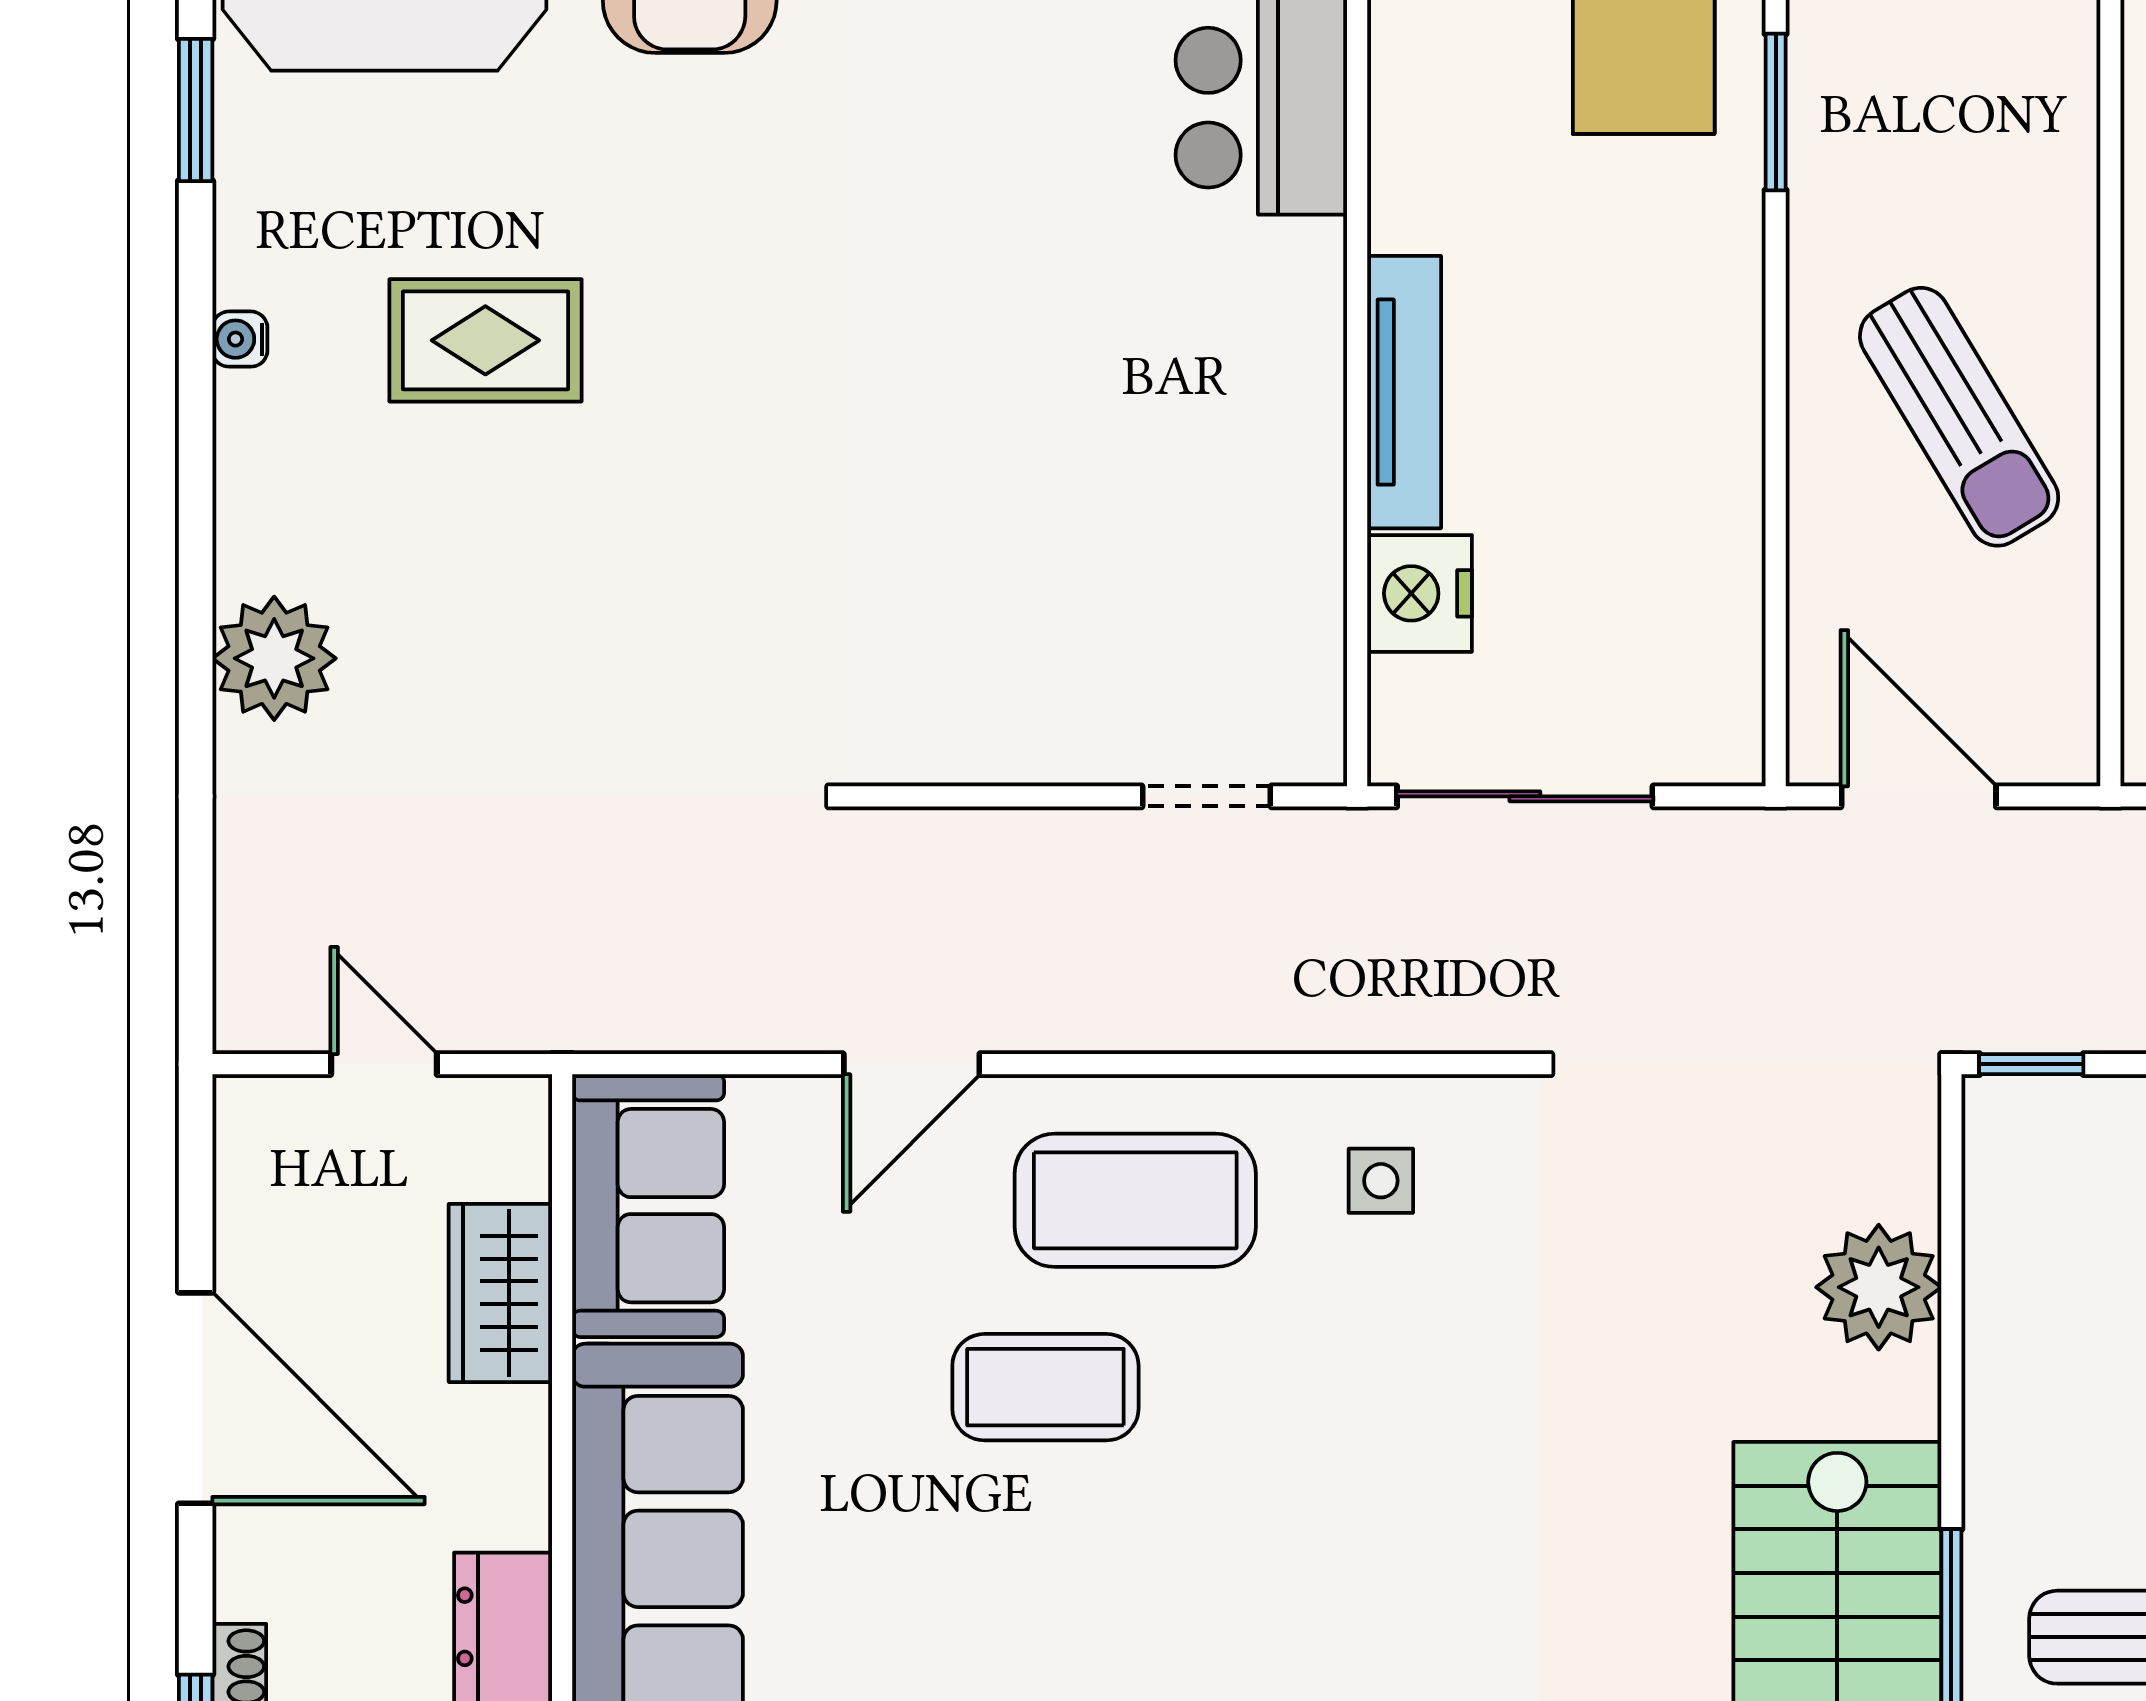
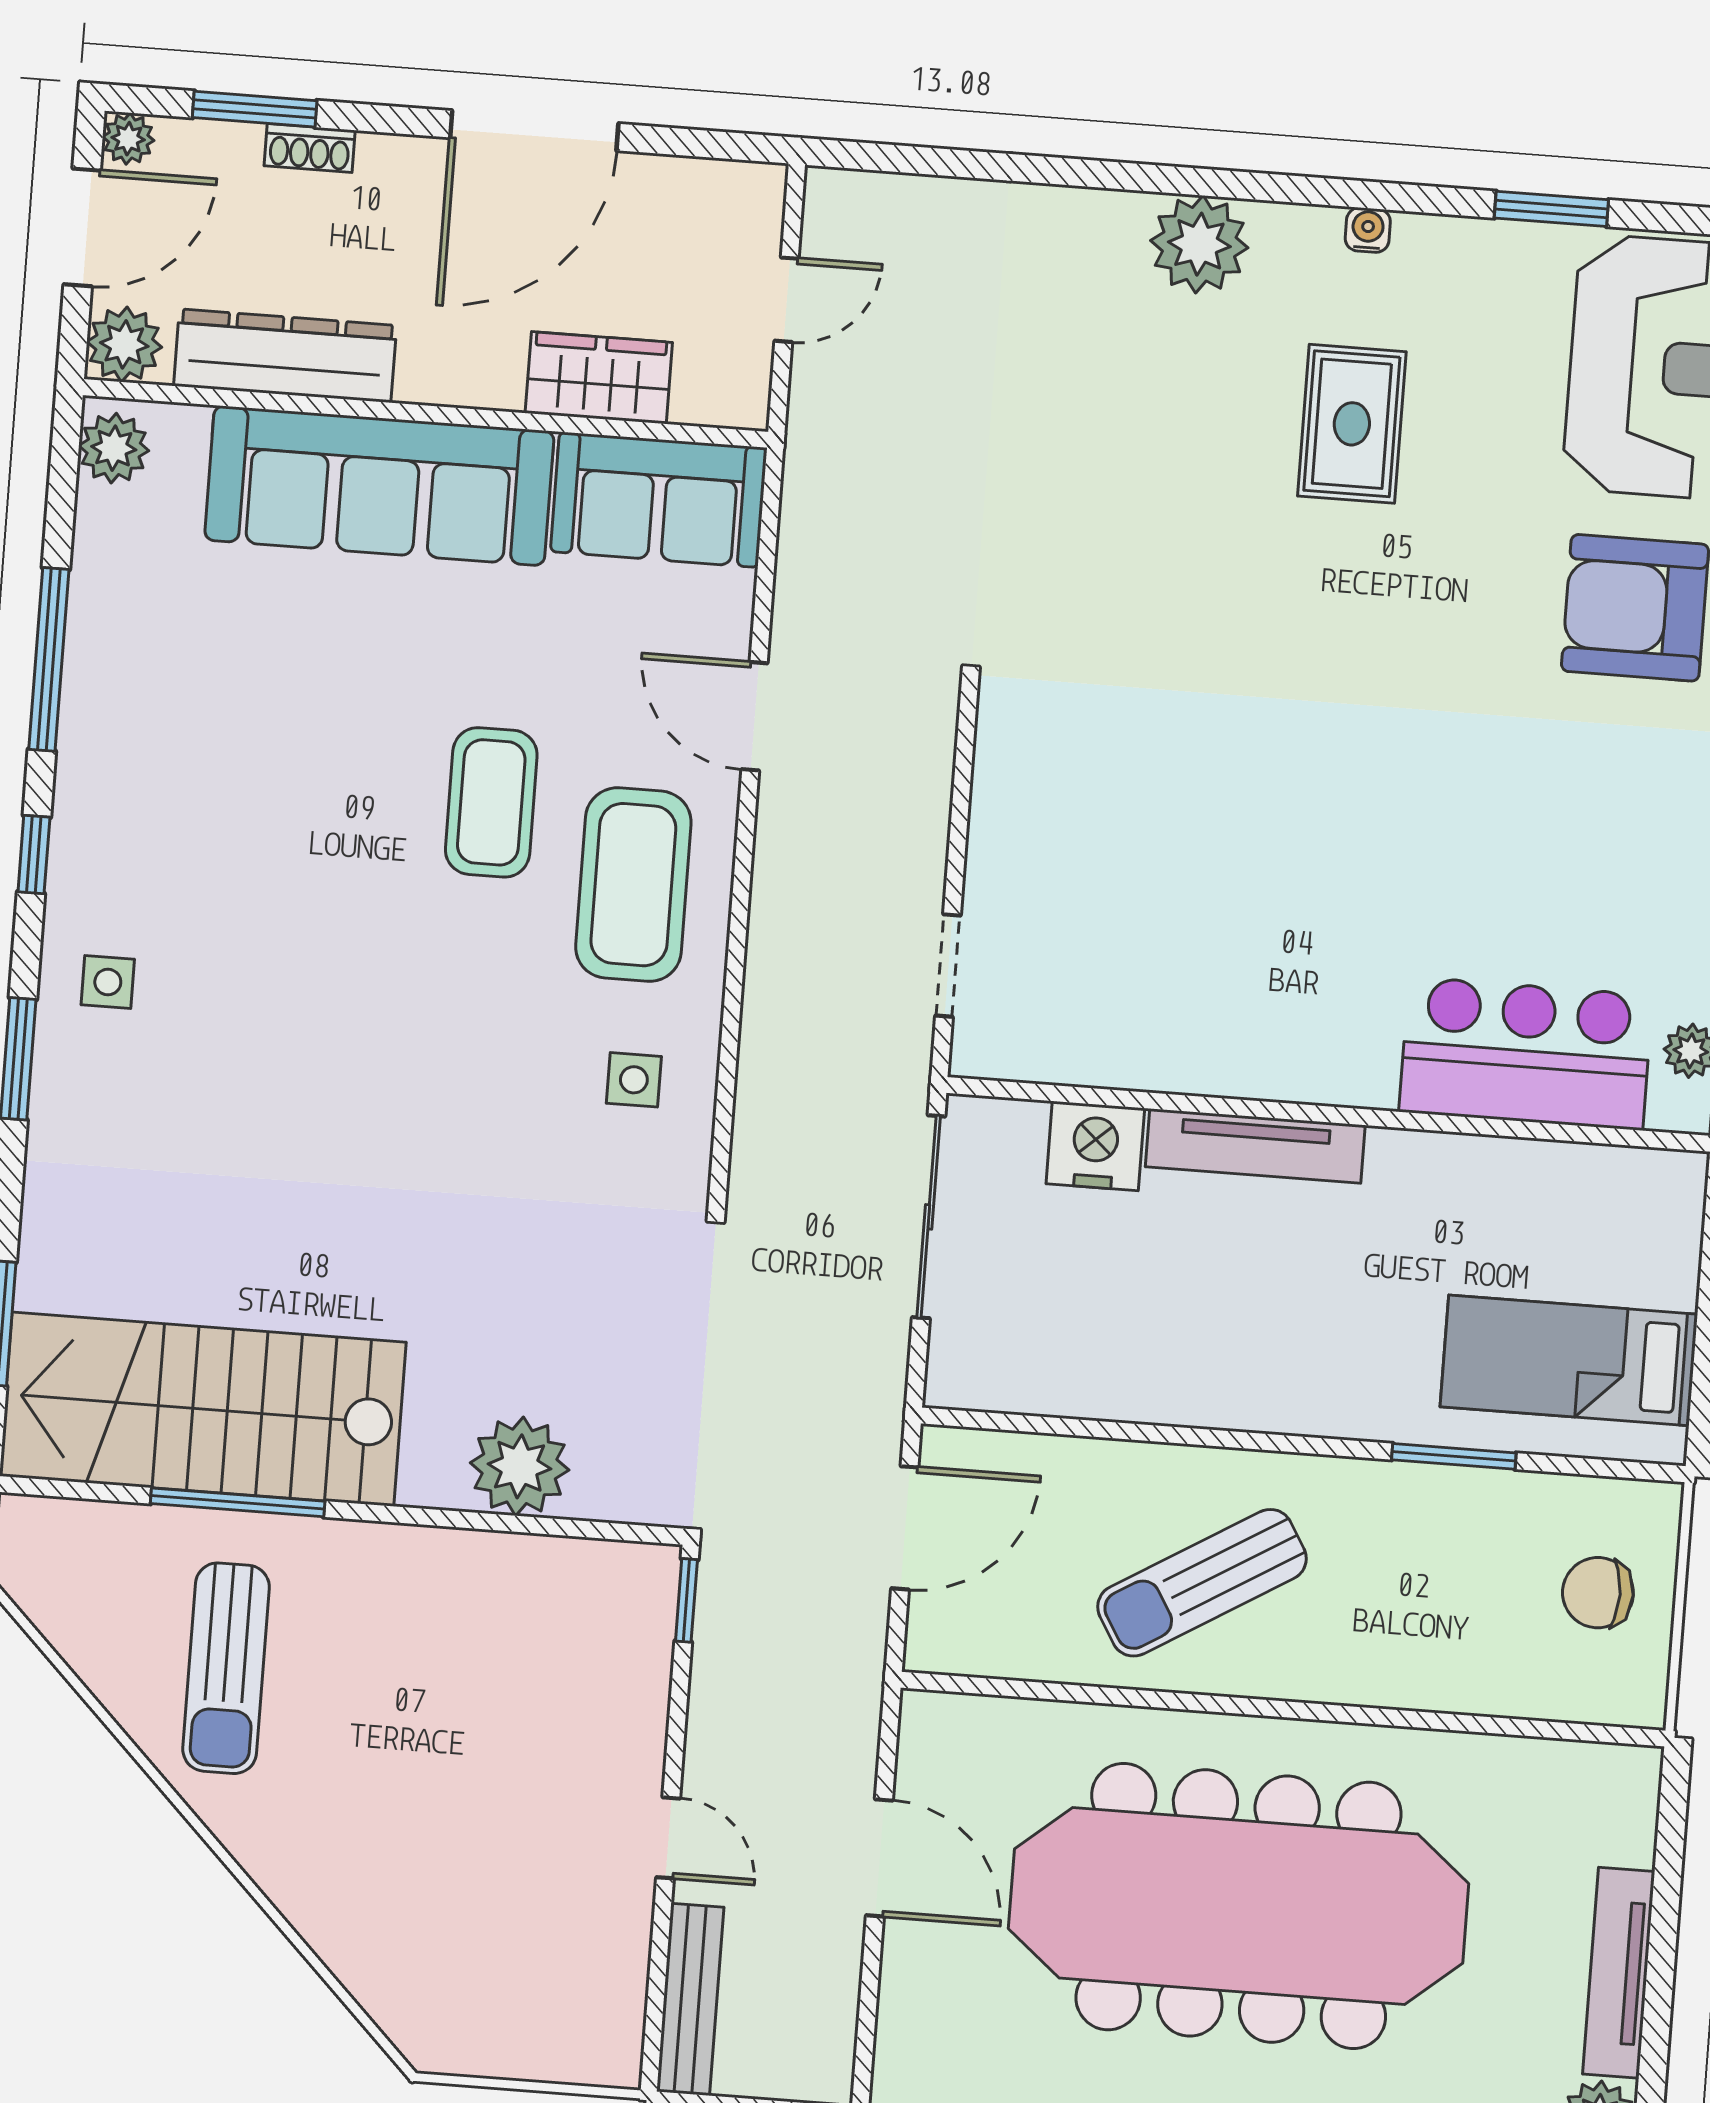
plant: (274, 658) -> (1199, 244), moved

